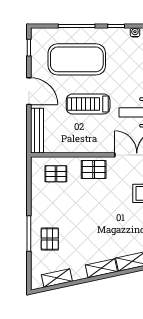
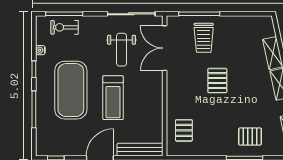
exercise mat: (77, 59) -> (71, 90), moved
pallet: (94, 170) -> (217, 81), moved

